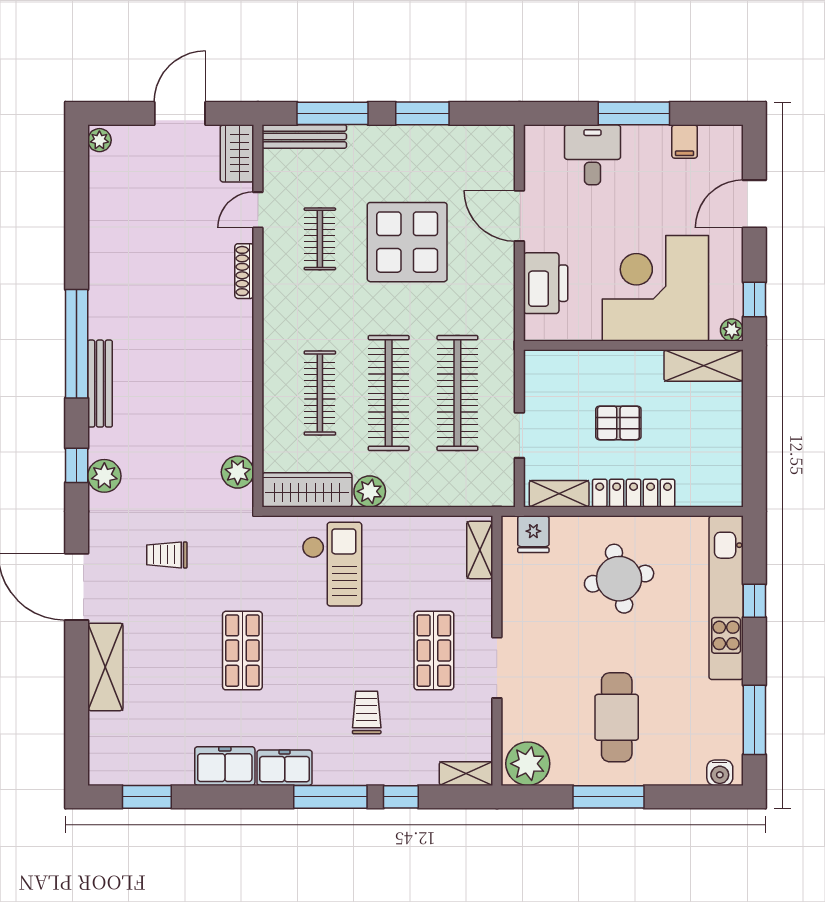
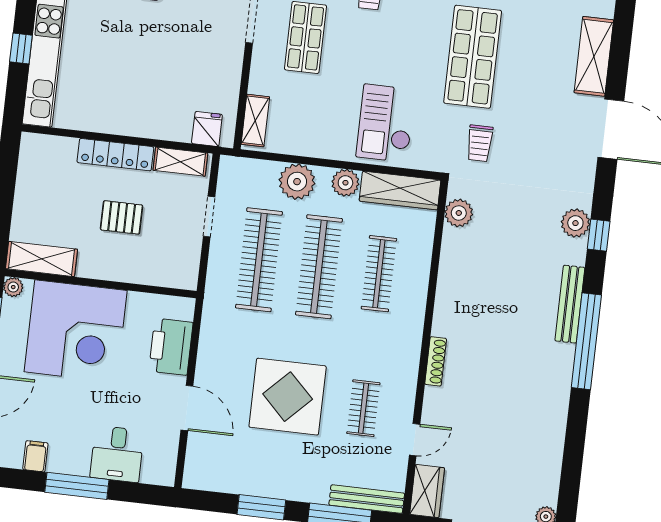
shoe rack: (244, 271) -> (436, 361), moved
plant: (425, 486) -> (297, 182), added
trolley: (167, 555) -> (480, 143), moved, turned 90
round table: (619, 579) -> (137, 81), removed
shop shelf: (242, 651) -> (473, 57), width x1.43, depth x1.36

